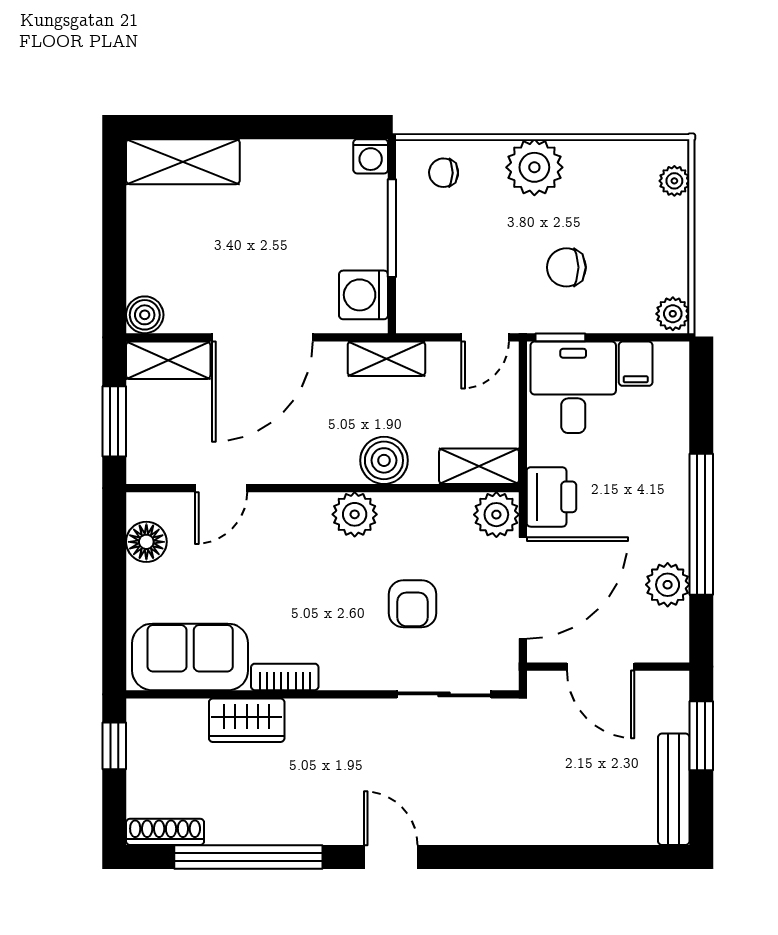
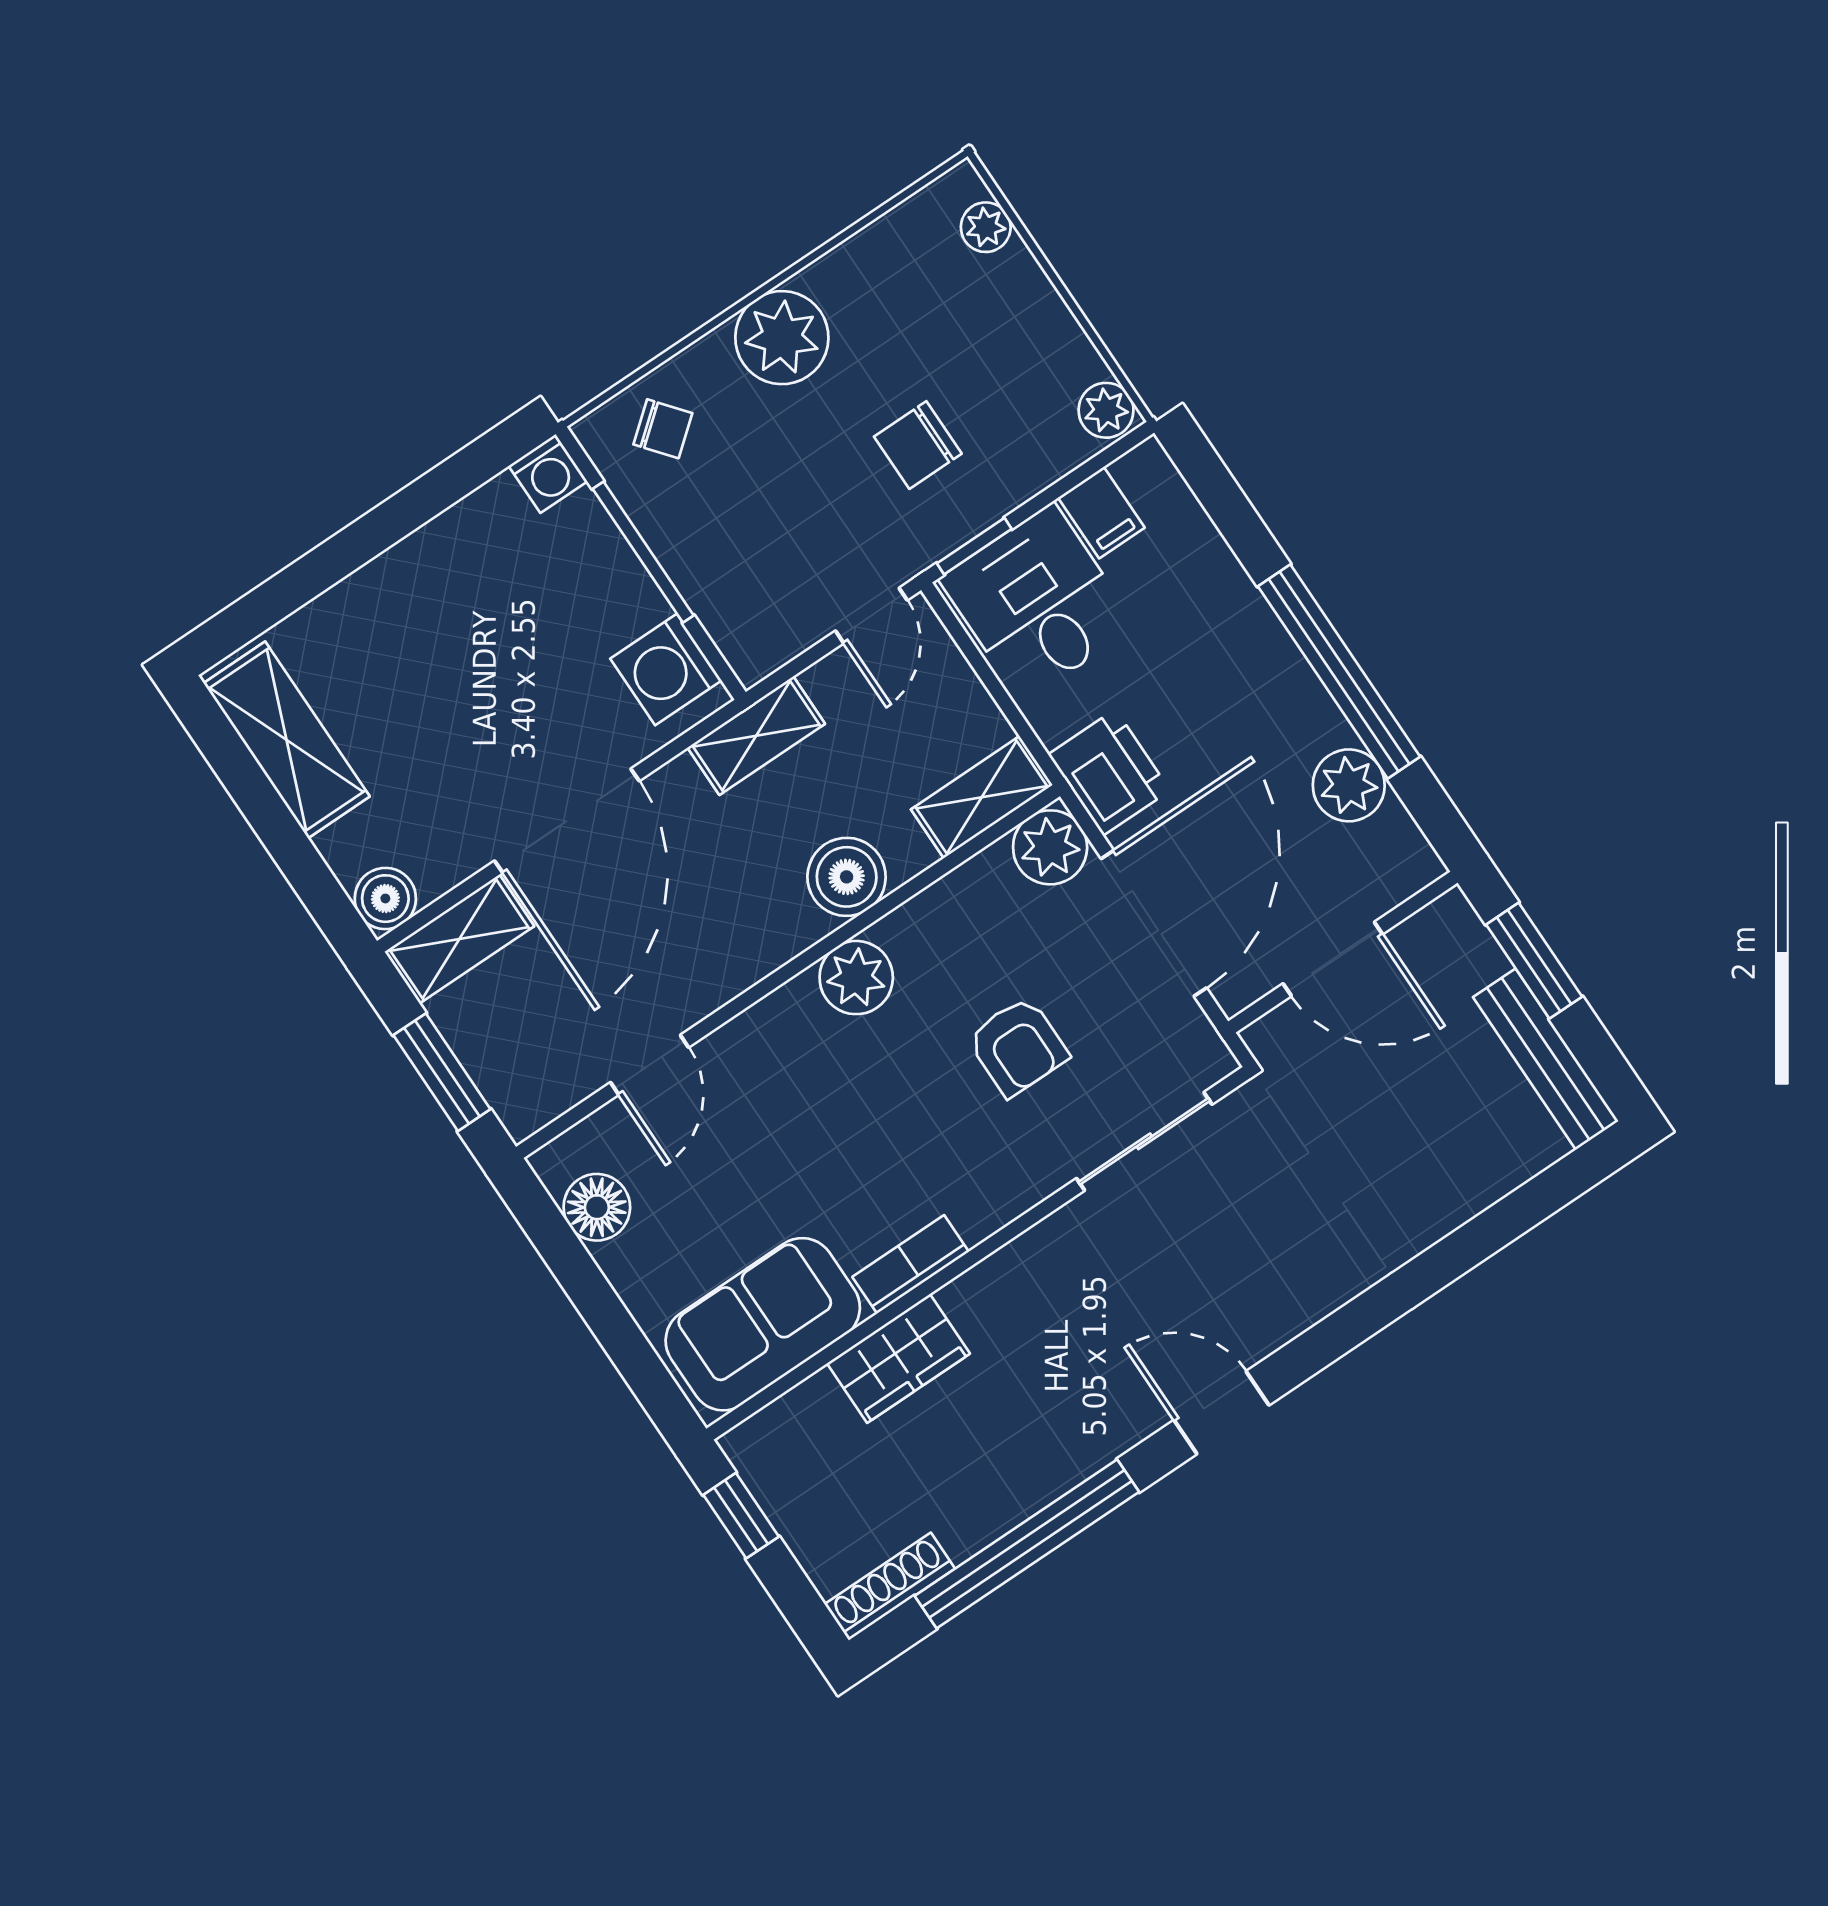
shelving: (183, 162) -> (287, 740), moved, turned 90
chair: (444, 173) -> (663, 429), turned -130

